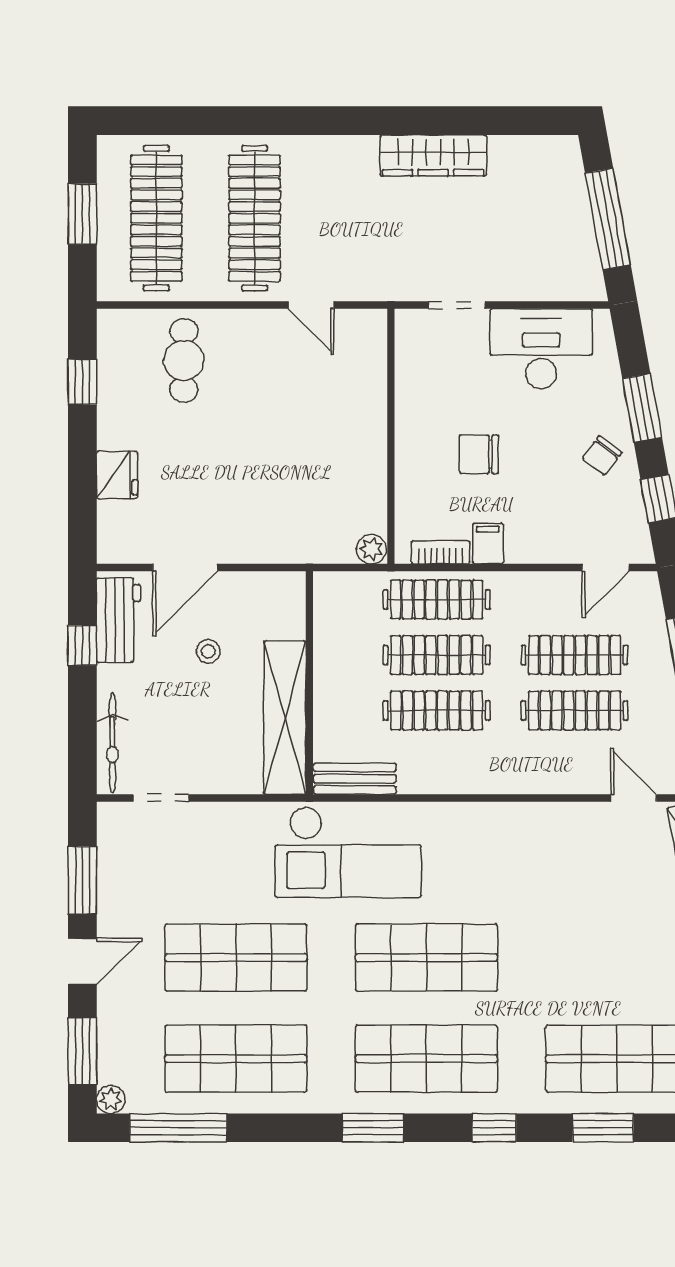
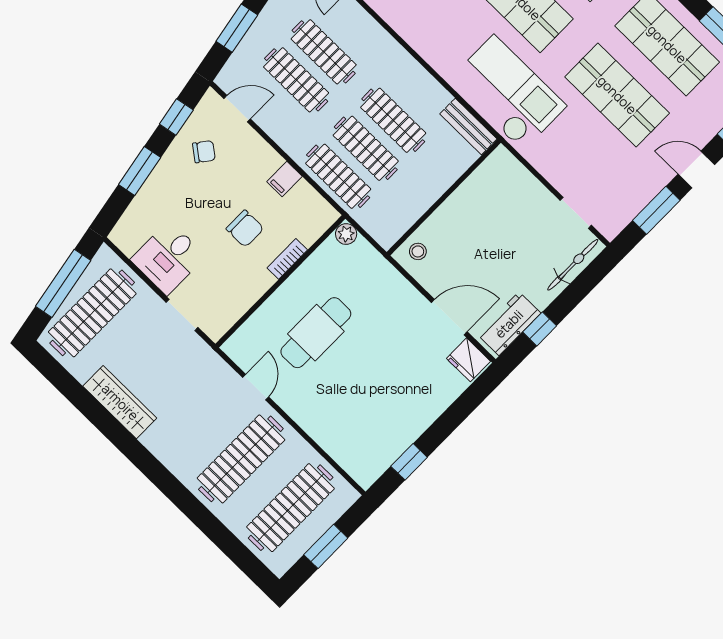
clothes rail: (549, 218) -> (92, 313), added
desk: (541, 349) -> (168, 258), width x0.73
cafe table: (184, 360) -> (316, 333), moved, width x1.37, depth x1.35
chair: (602, 455) -> (204, 152), moved
fridge: (117, 475) -> (468, 360), moved, turned -90
bookcase: (441, 552) -> (287, 259), moved, turned 90
stool: (208, 651) -> (418, 251), moved
shelving: (285, 718) -> (473, 192), removed

